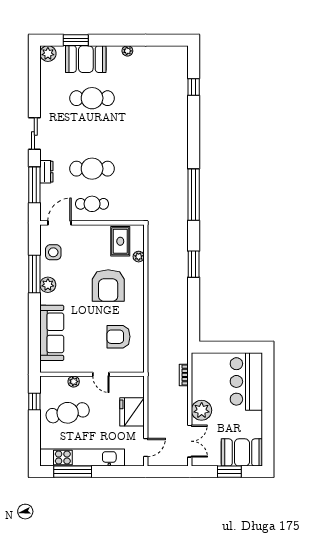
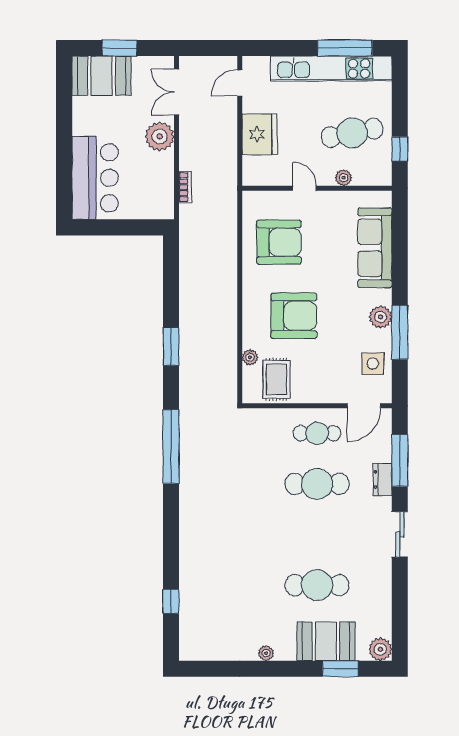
armchair: (108, 286) -> (294, 316), turned 90
armchair: (118, 337) -> (279, 242), width x1.36, depth x1.36

